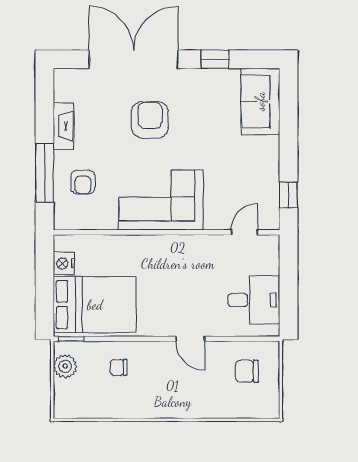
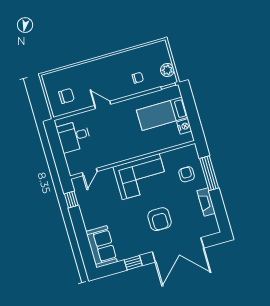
bed: (95, 305) -> (162, 114), width x0.67

